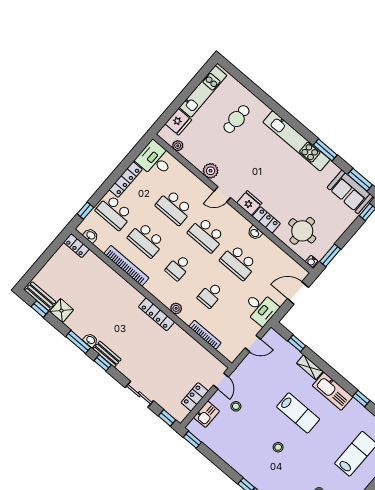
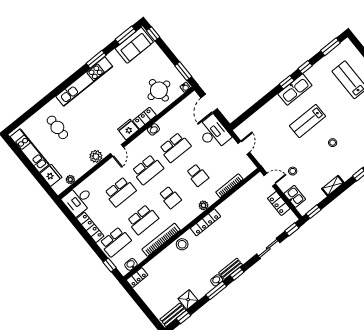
stool: (126, 292) -> (182, 244), added
desk: (261, 308) -> (213, 133), width x1.37
window: (297, 343) -> (287, 82), moved
shelving: (310, 367) -> (333, 186), moved
lab bench: (298, 413) -> (308, 121), turned 180

